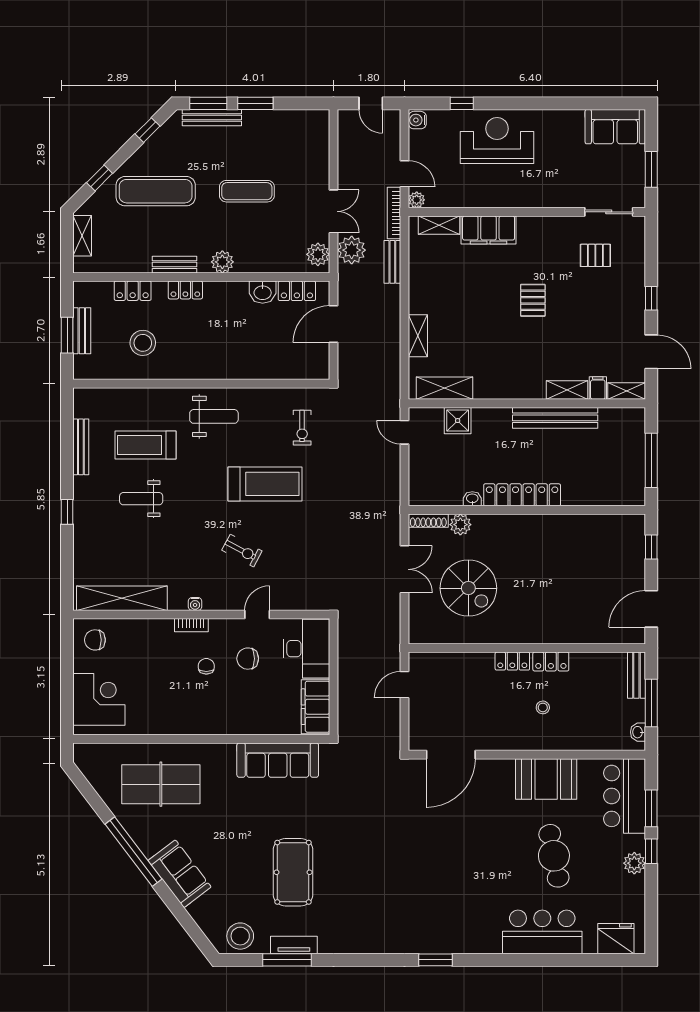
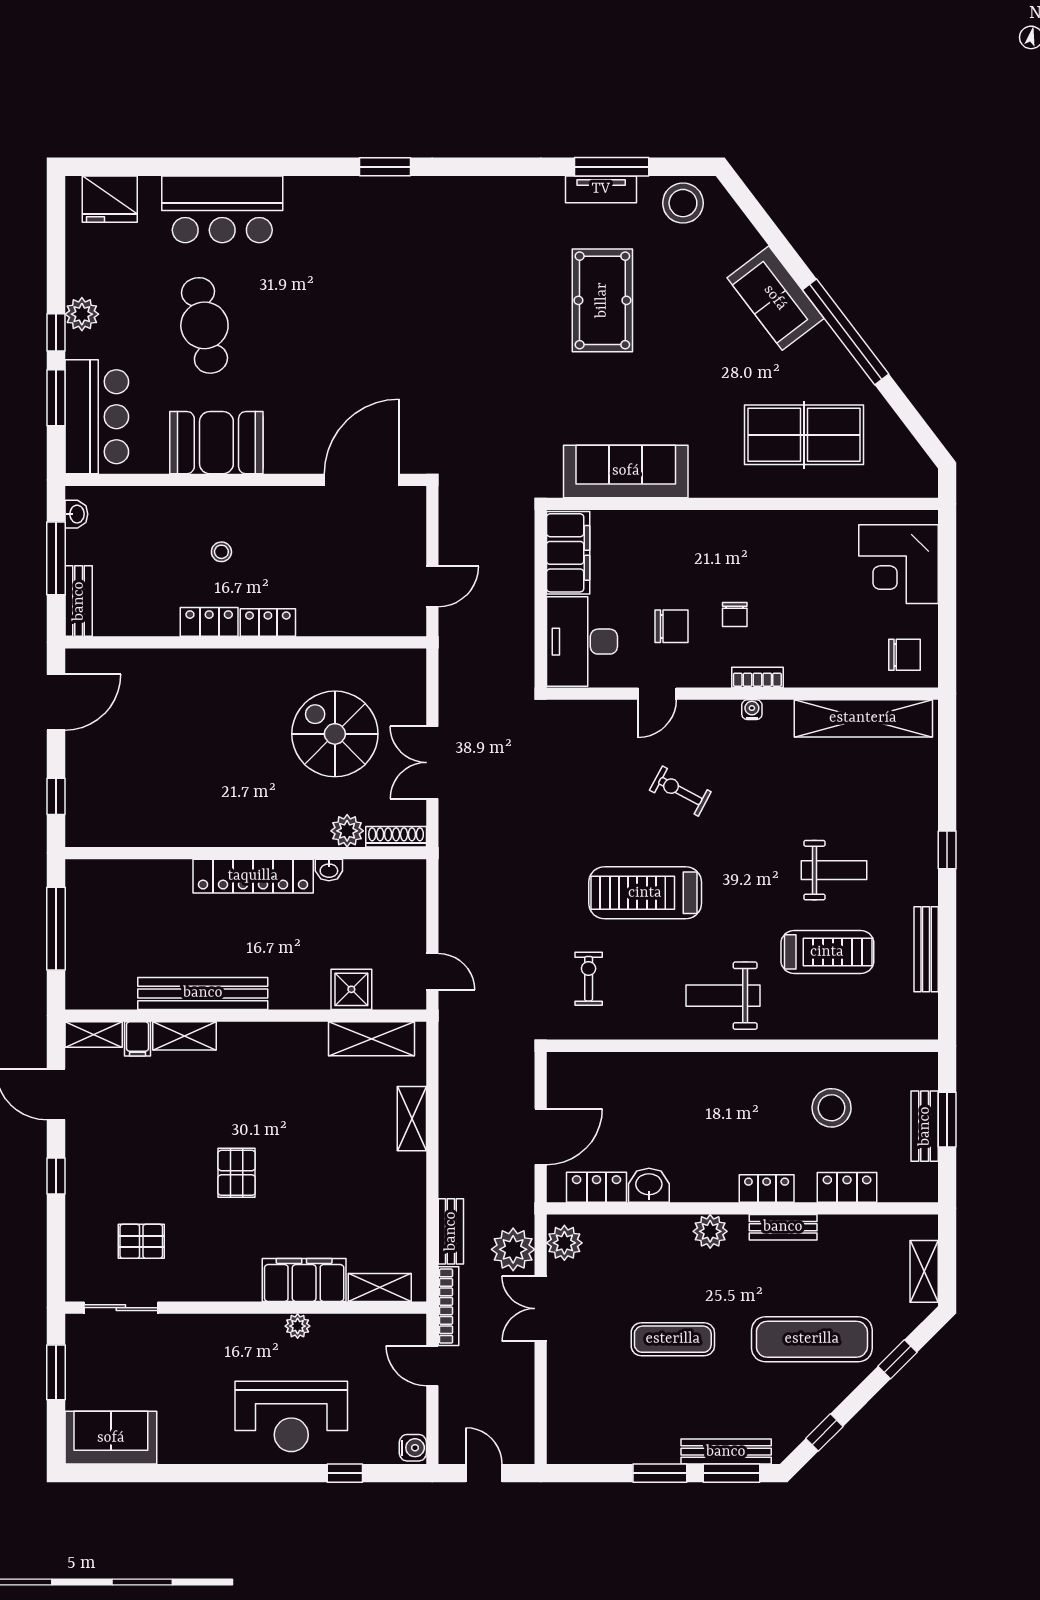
plant: (417, 200) -> (298, 1326), moved

